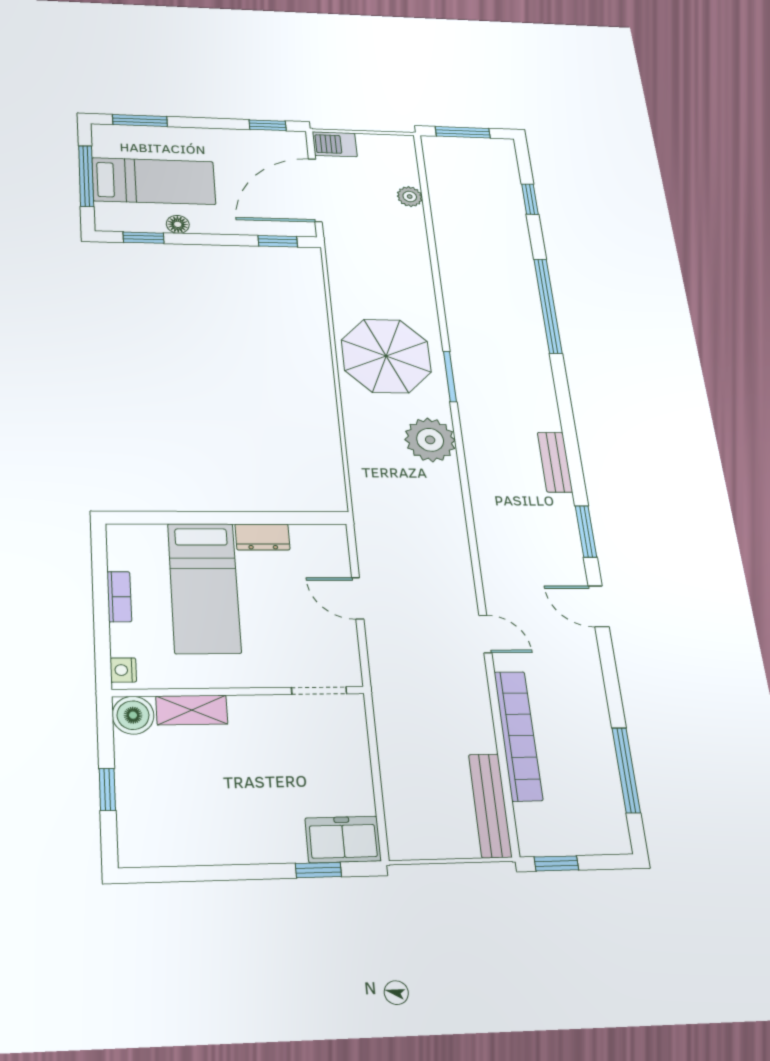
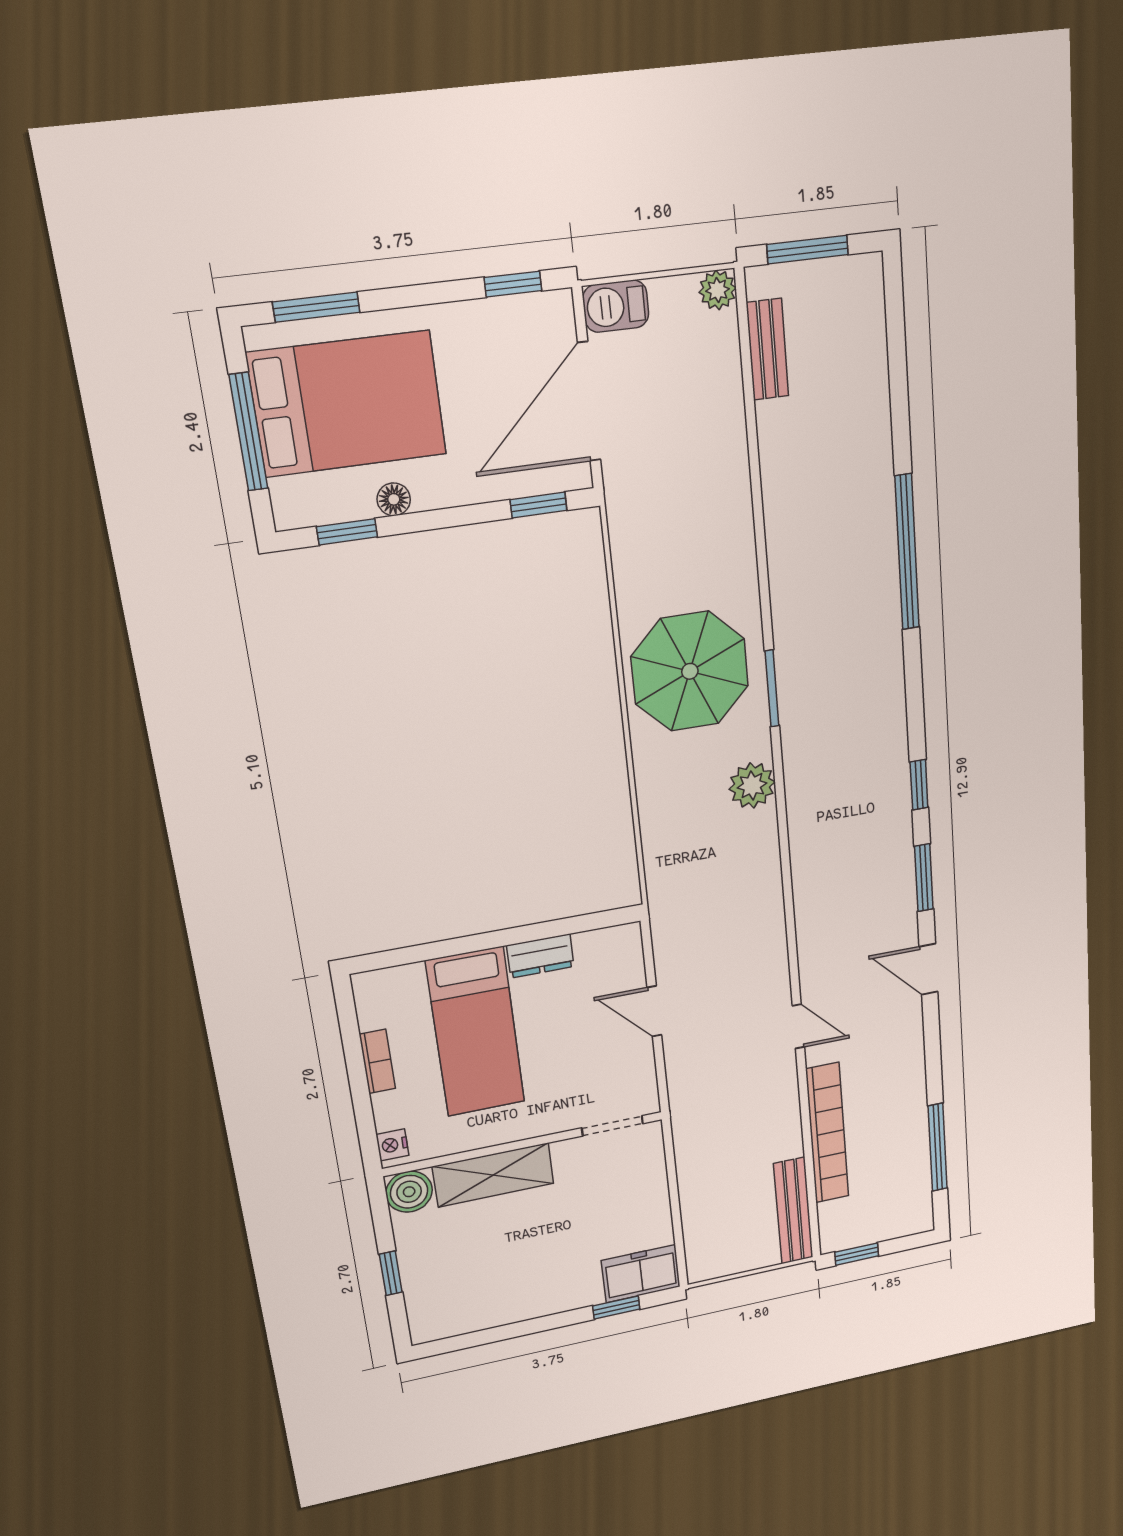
bed: (154, 181) -> (347, 404), width x1.50
plant: (410, 197) -> (718, 290), moved
window: (530, 199) -> (919, 785), moved
plant: (430, 440) -> (752, 785), width x0.73, depth x0.73
bench: (555, 462) -> (767, 349), moved
shelving: (192, 710) -> (493, 1175), width x1.50, depth x1.33

